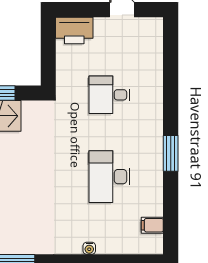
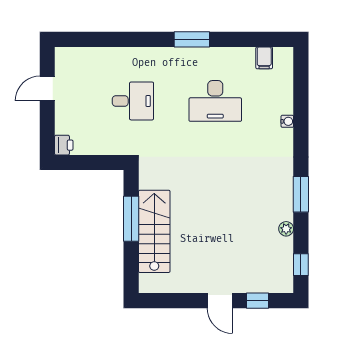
printer: (74, 30) -> (64, 145), width x0.53, depth x0.68
desk: (109, 95) -> (133, 101), turned -90

